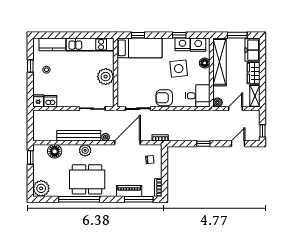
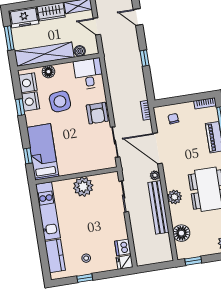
boiler: (218, 102) -> (80, 51), moved

